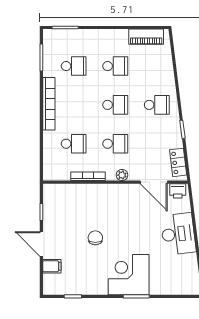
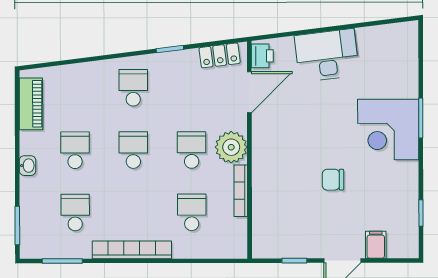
washbasin: (105, 34) -> (28, 166), added
plant: (122, 175) -> (231, 147), width x1.87, depth x1.87

